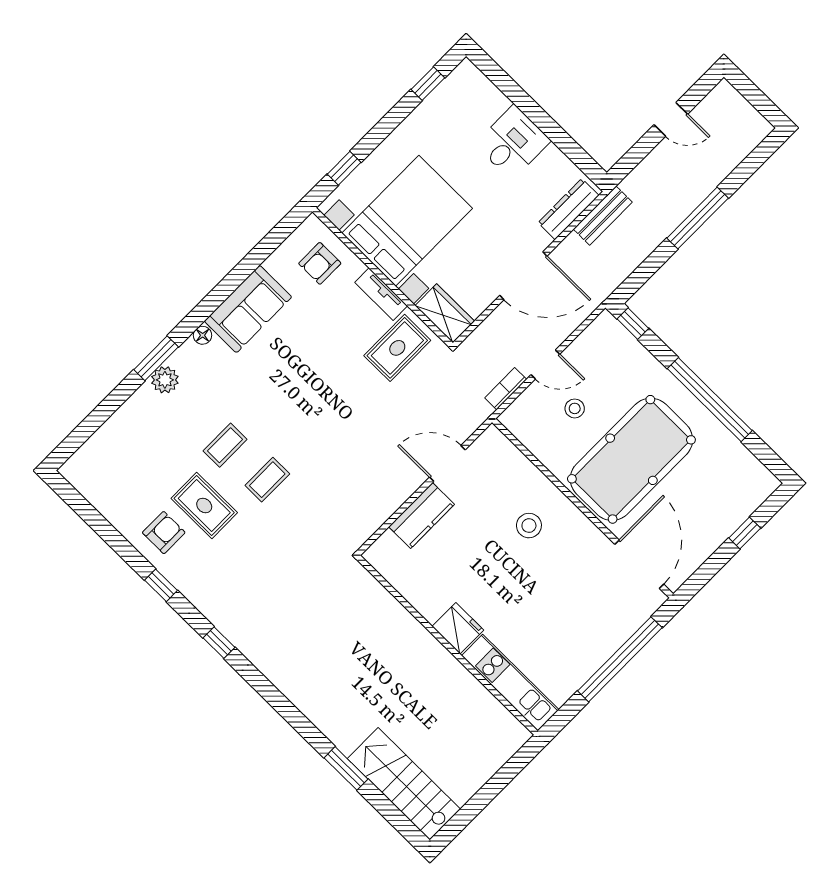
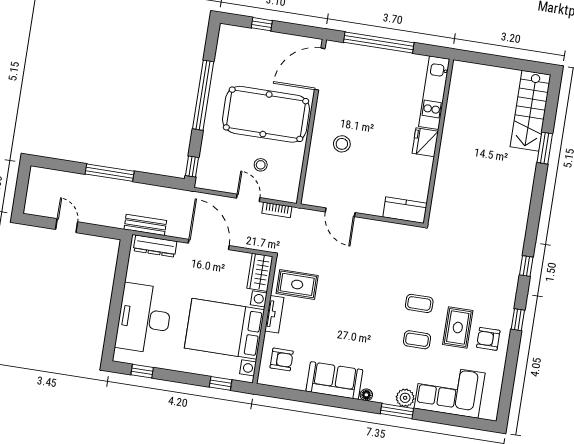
desk: (513, 142) -> (144, 318), width x1.87, depth x1.30
corner sofa: (135, 440) -> (450, 391), added
kitchen counter: (422, 516) -> (405, 210), moved

